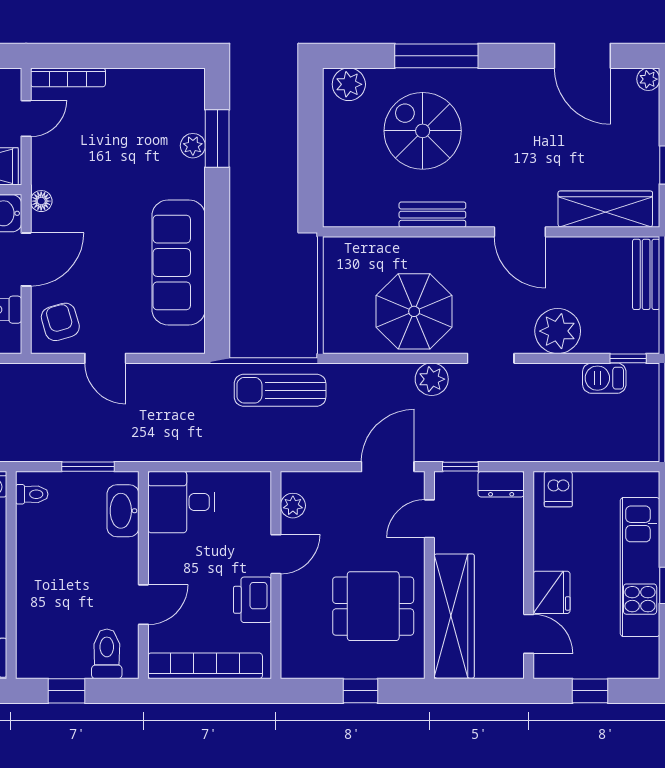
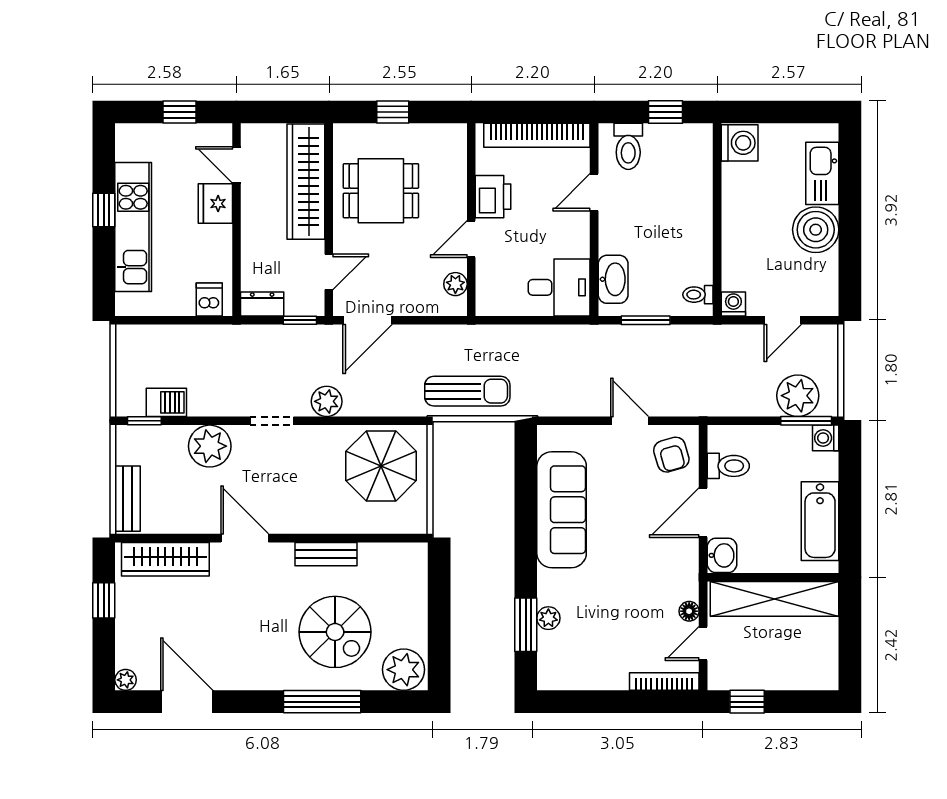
plant: (349, 84) -> (404, 670), width x1.36, depth x1.36
floor lamp: (41, 201) -> (689, 611), moved
parasol: (414, 311) -> (381, 466), moved

